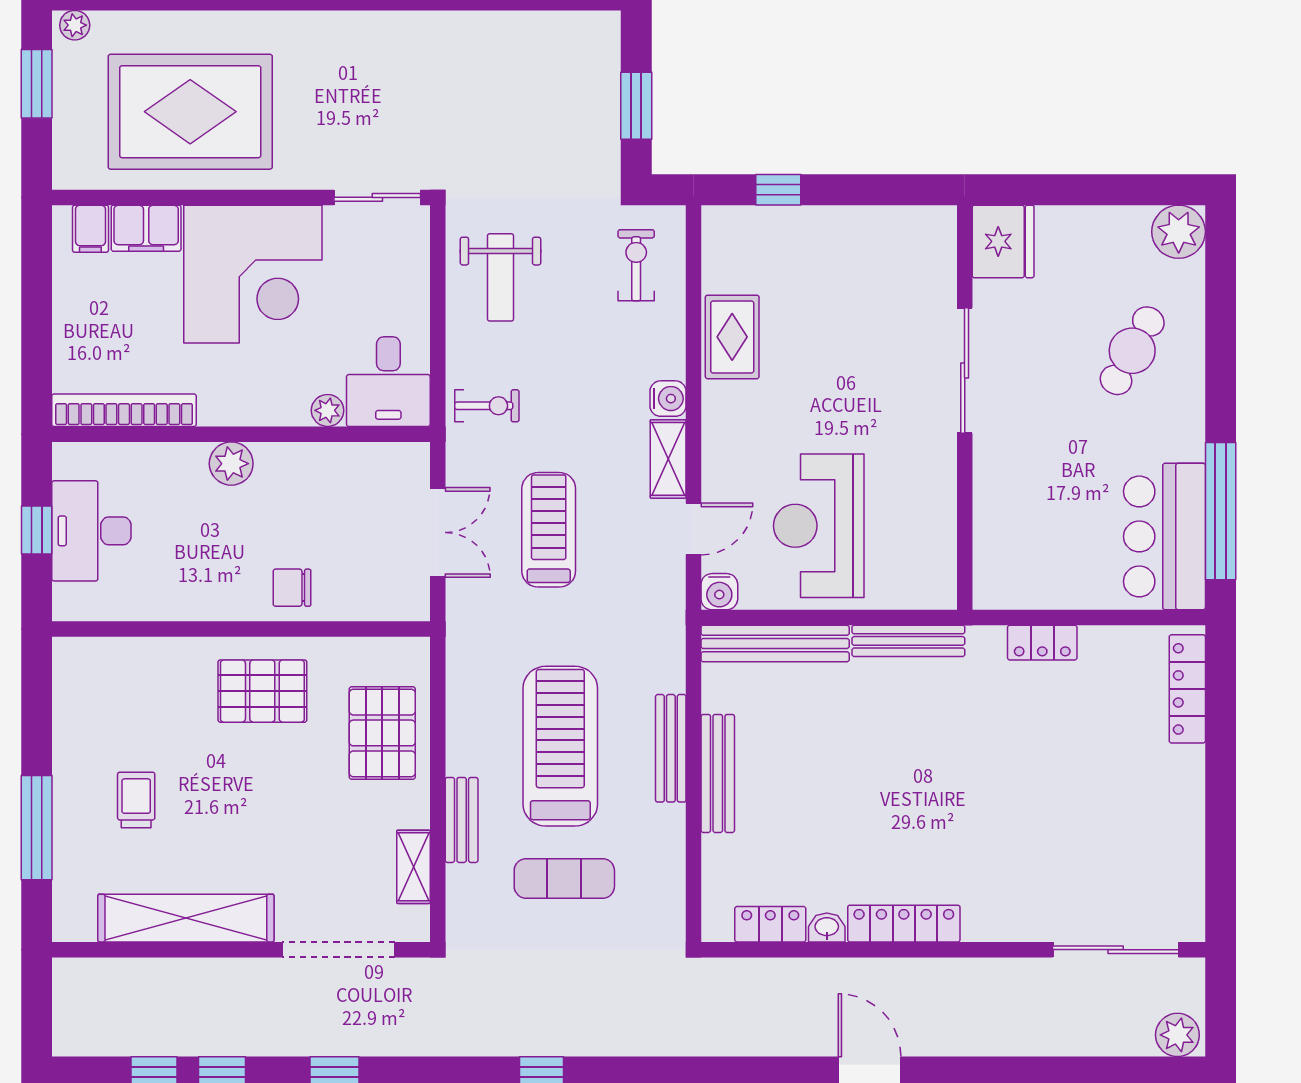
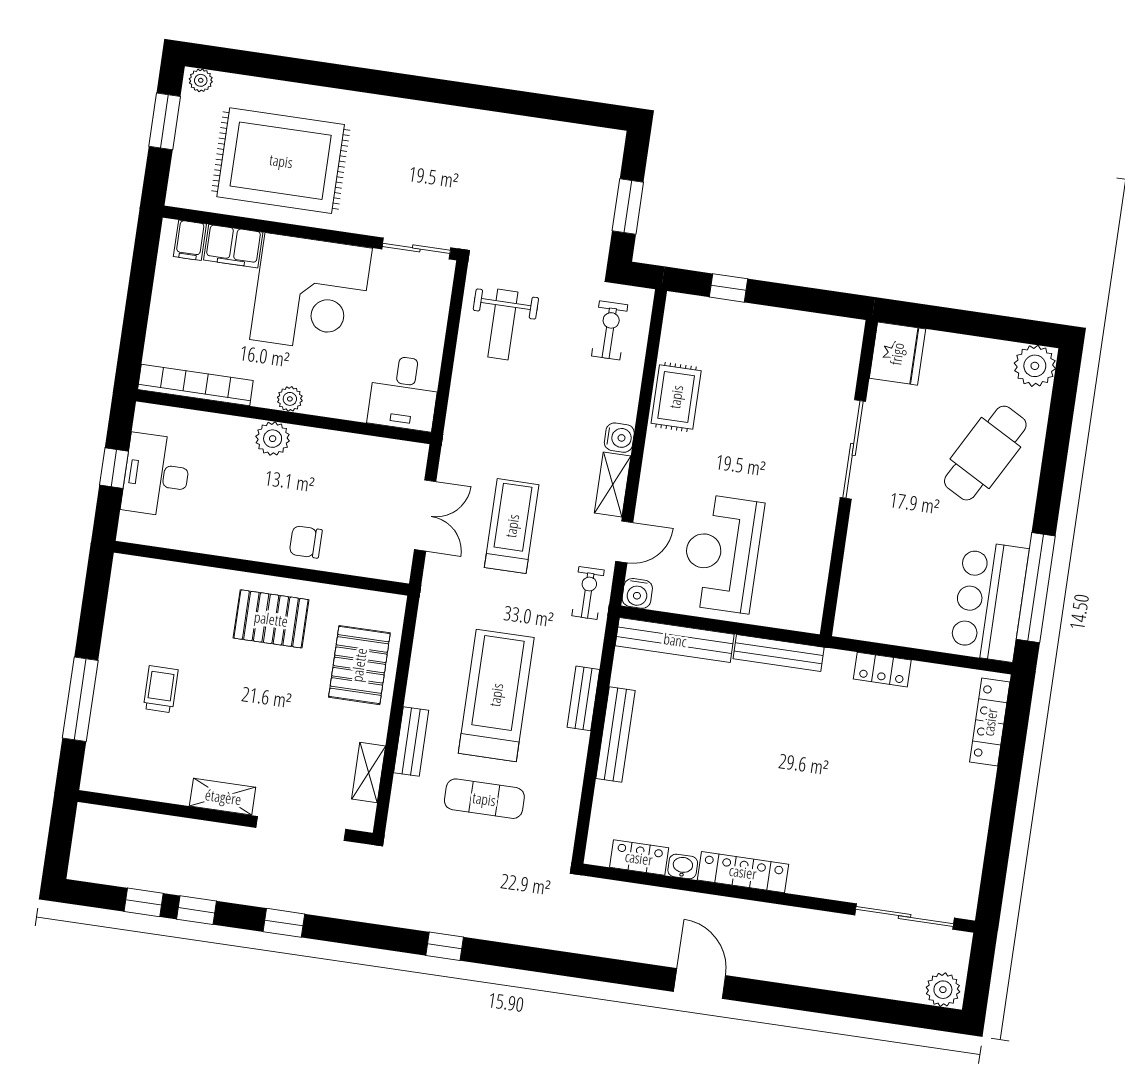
cafe table: (1132, 351) -> (985, 453), width x1.37, depth x1.35
exercise bike: (487, 406) -> (588, 593), moved, turned -90
plant: (328, 410) -> (290, 399), moved
bench: (671, 748) -> (583, 698), width x0.73
shelving: (186, 918) -> (223, 797), width x0.45, depth x0.75

